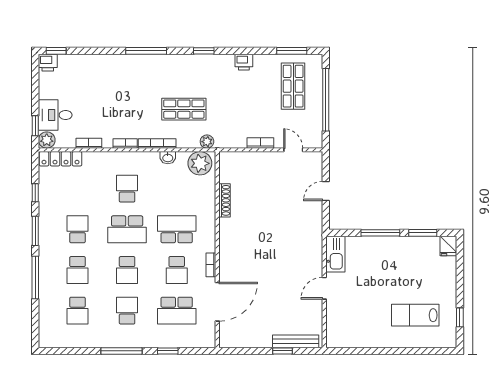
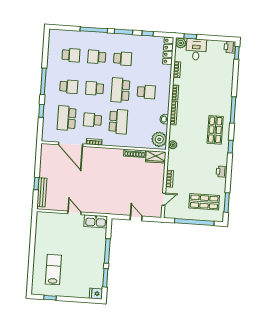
shop shelf: (184, 109) -> (215, 130), moved
wardrobe: (228, 167) -> (156, 157), added
school desk: (77, 311) -> (71, 55), turned 180

